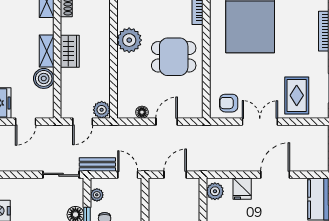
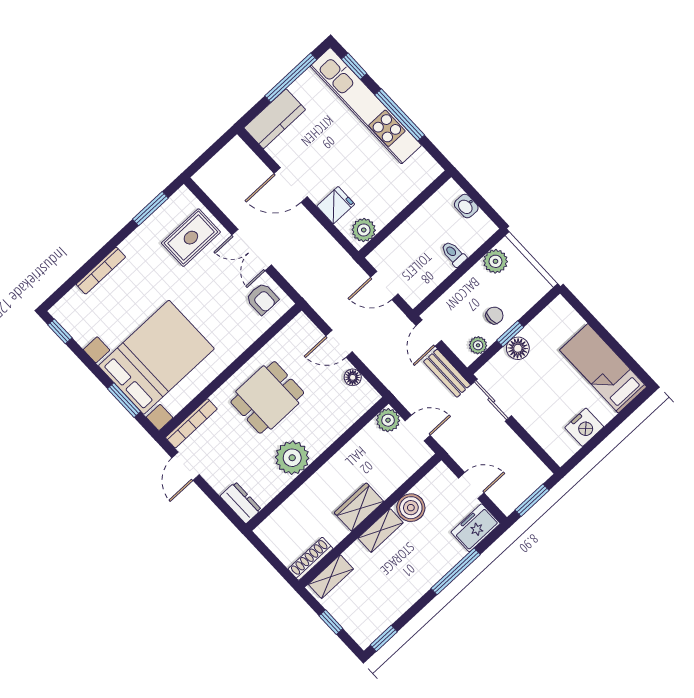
dining table: (174, 57) -> (267, 397), turned 90

